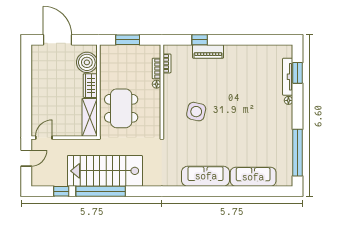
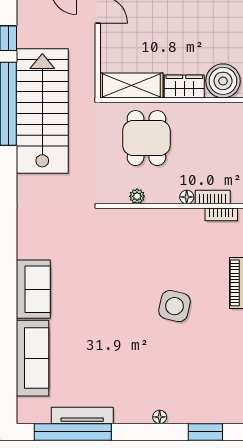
tv unit: (288, 77) -> (82, 415), moved
dining table: (121, 108) -> (146, 138), width x0.73
side table: (196, 112) -> (174, 306), moved
plant: (156, 114) -> (137, 196), added
sofa: (206, 176) -> (33, 289), width x0.73

